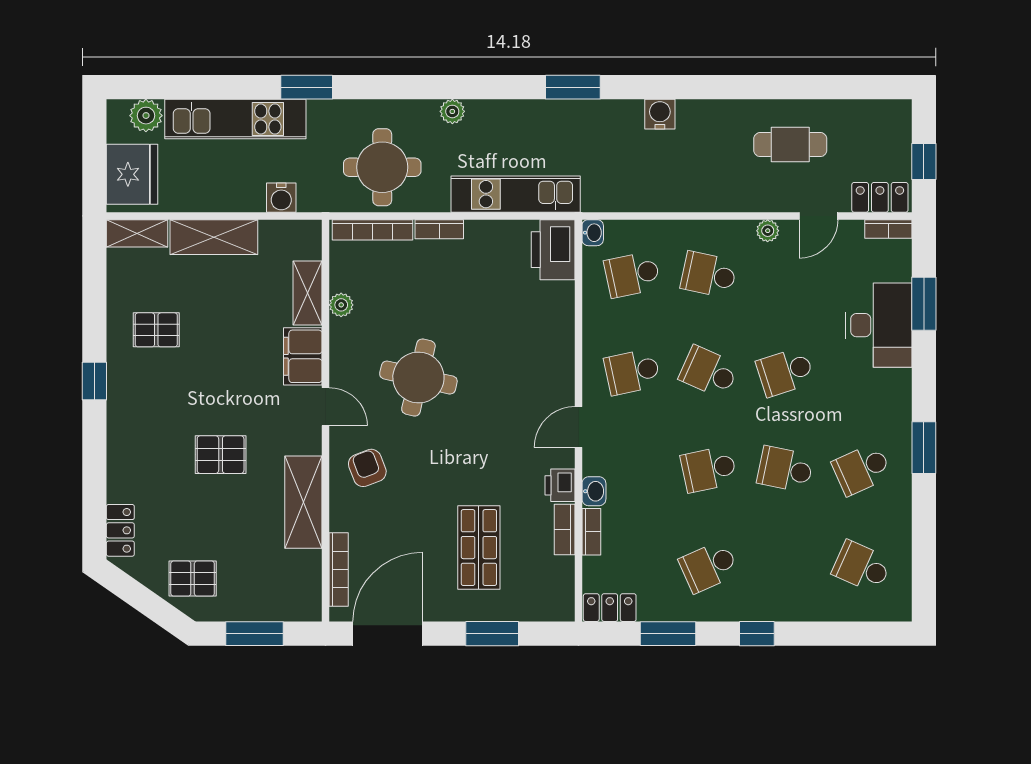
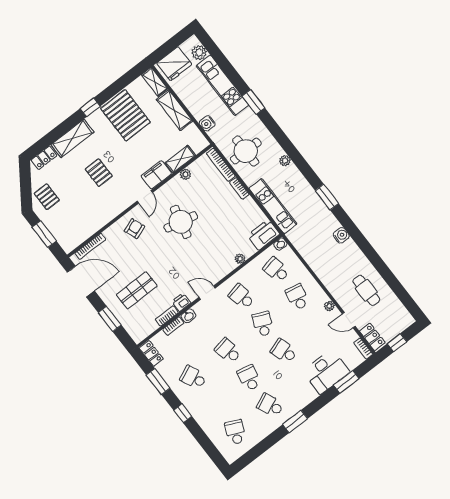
plant: (564, 323) -> (240, 259), added
pallet: (156, 330) -> (125, 115), width x2.05, depth x2.00
shelving: (303, 502) -> (72, 138), moved

